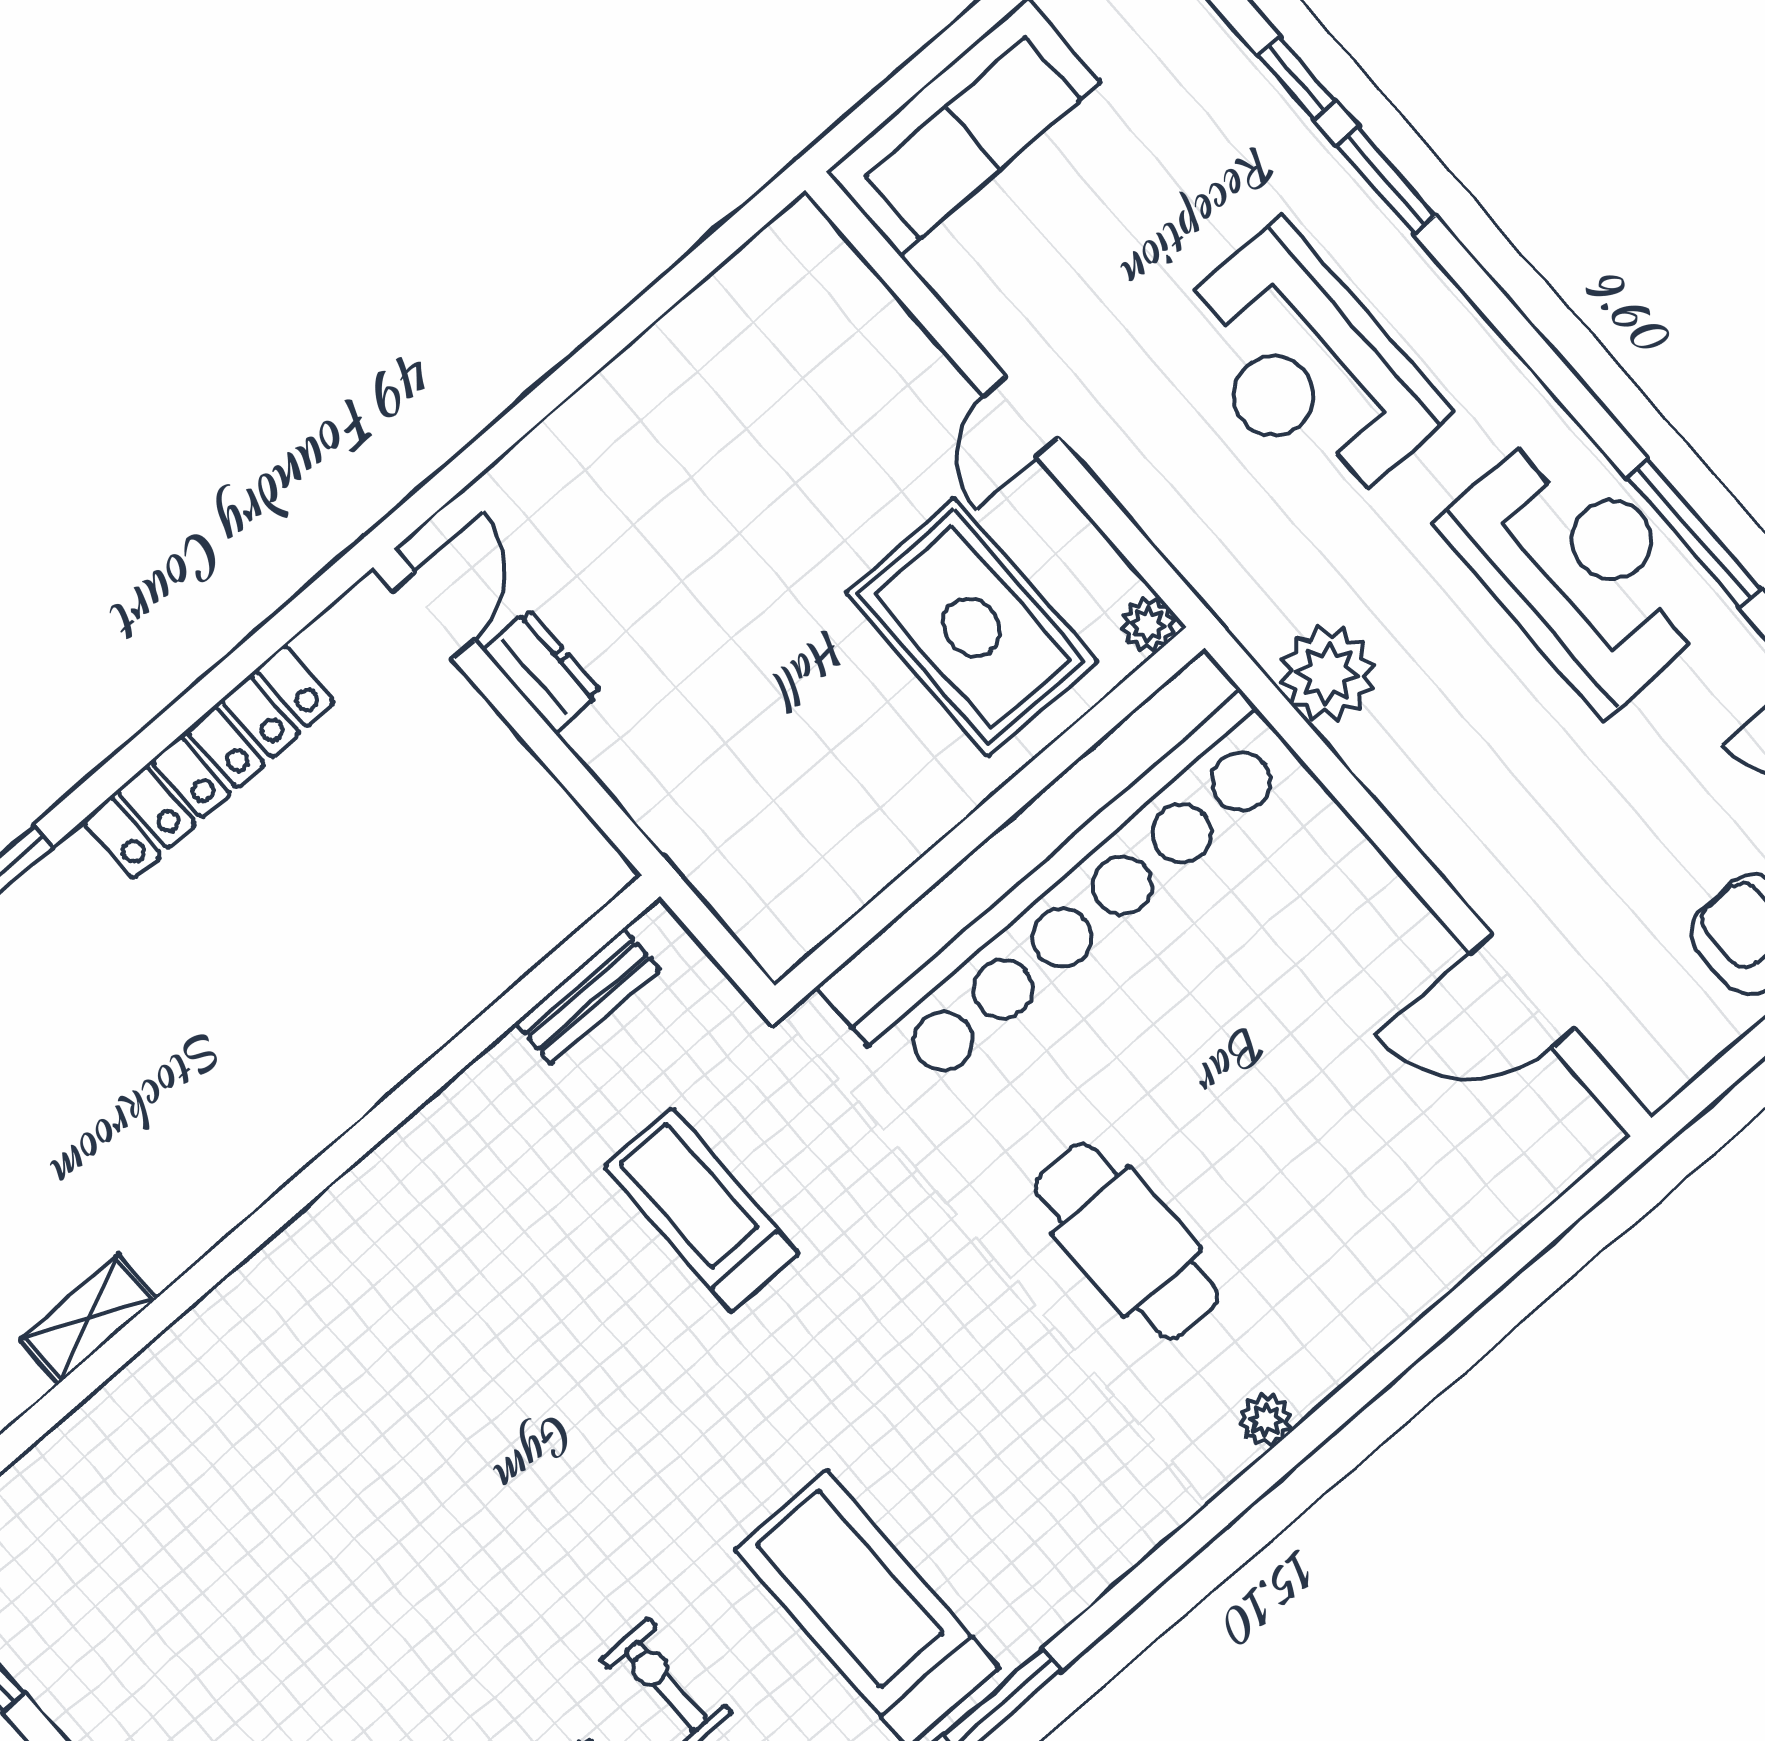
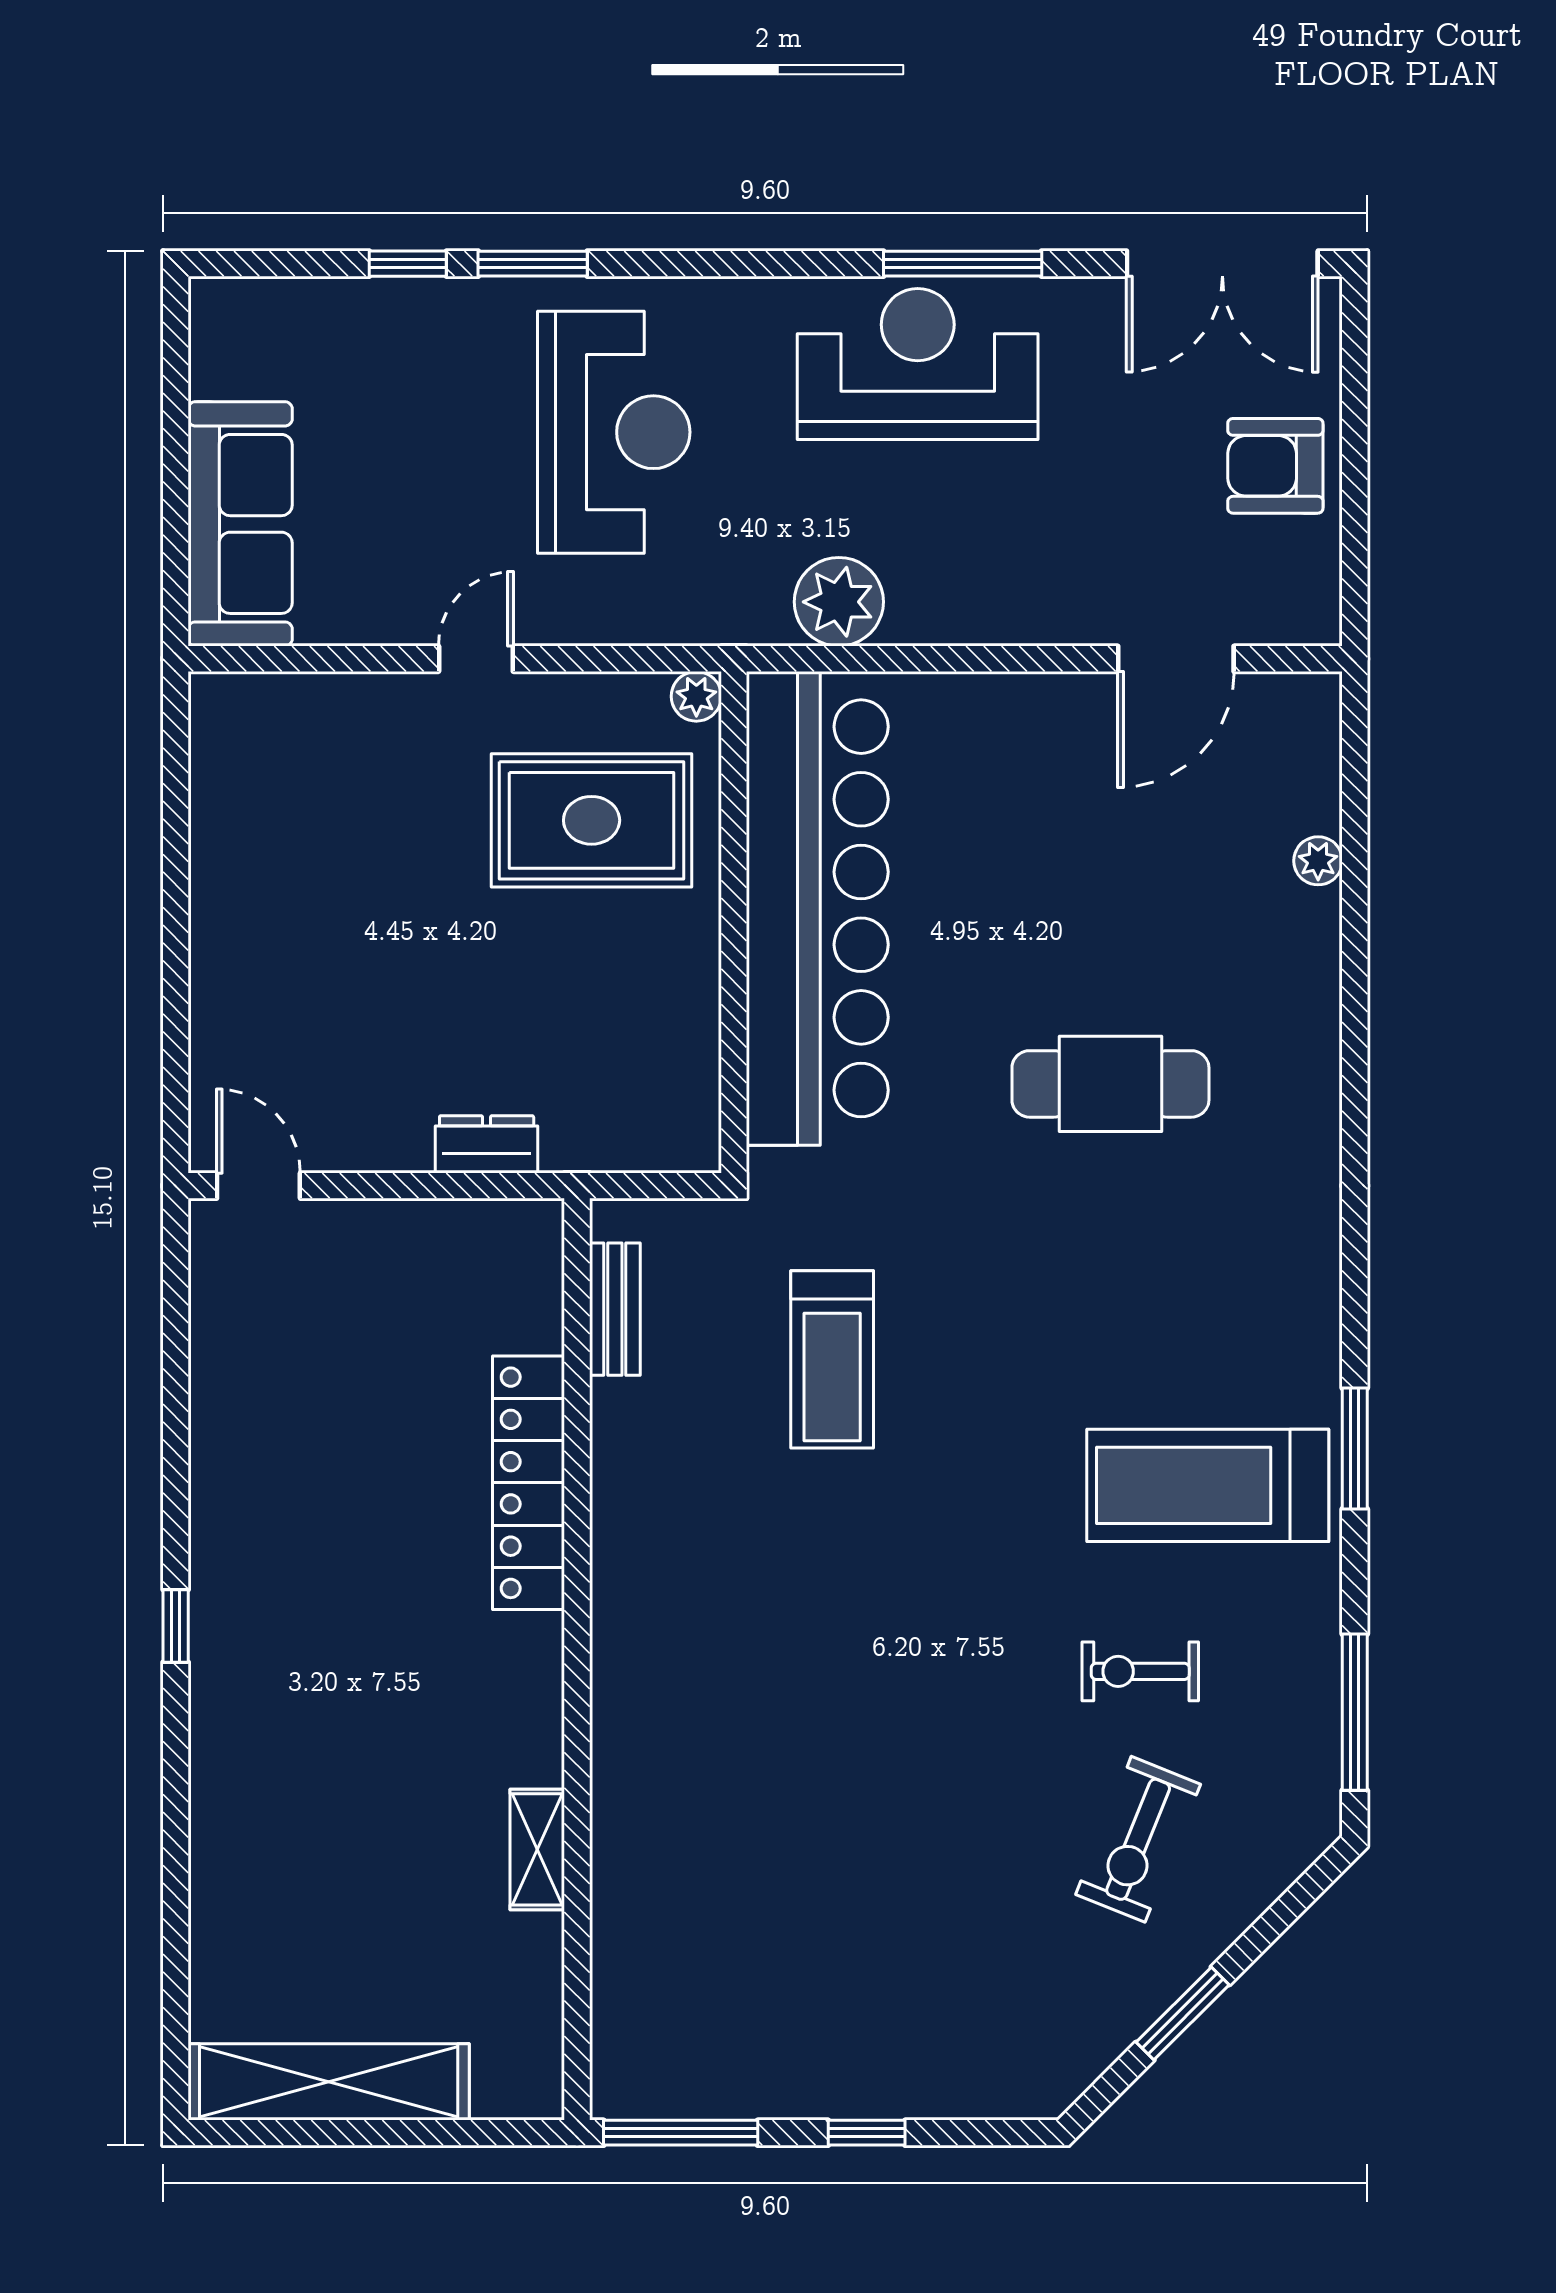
reception desk: (1306, 368) -> (614, 432), turned -90
door: (1021, 417) -> (476, 659), swing flipped
dresser: (542, 671) -> (487, 1144), moved
locker: (208, 762) -> (529, 1483), moved, turned 180
treadmill: (702, 1210) -> (832, 1359), turned -90
plant: (1266, 1420) -> (1318, 861), moved

